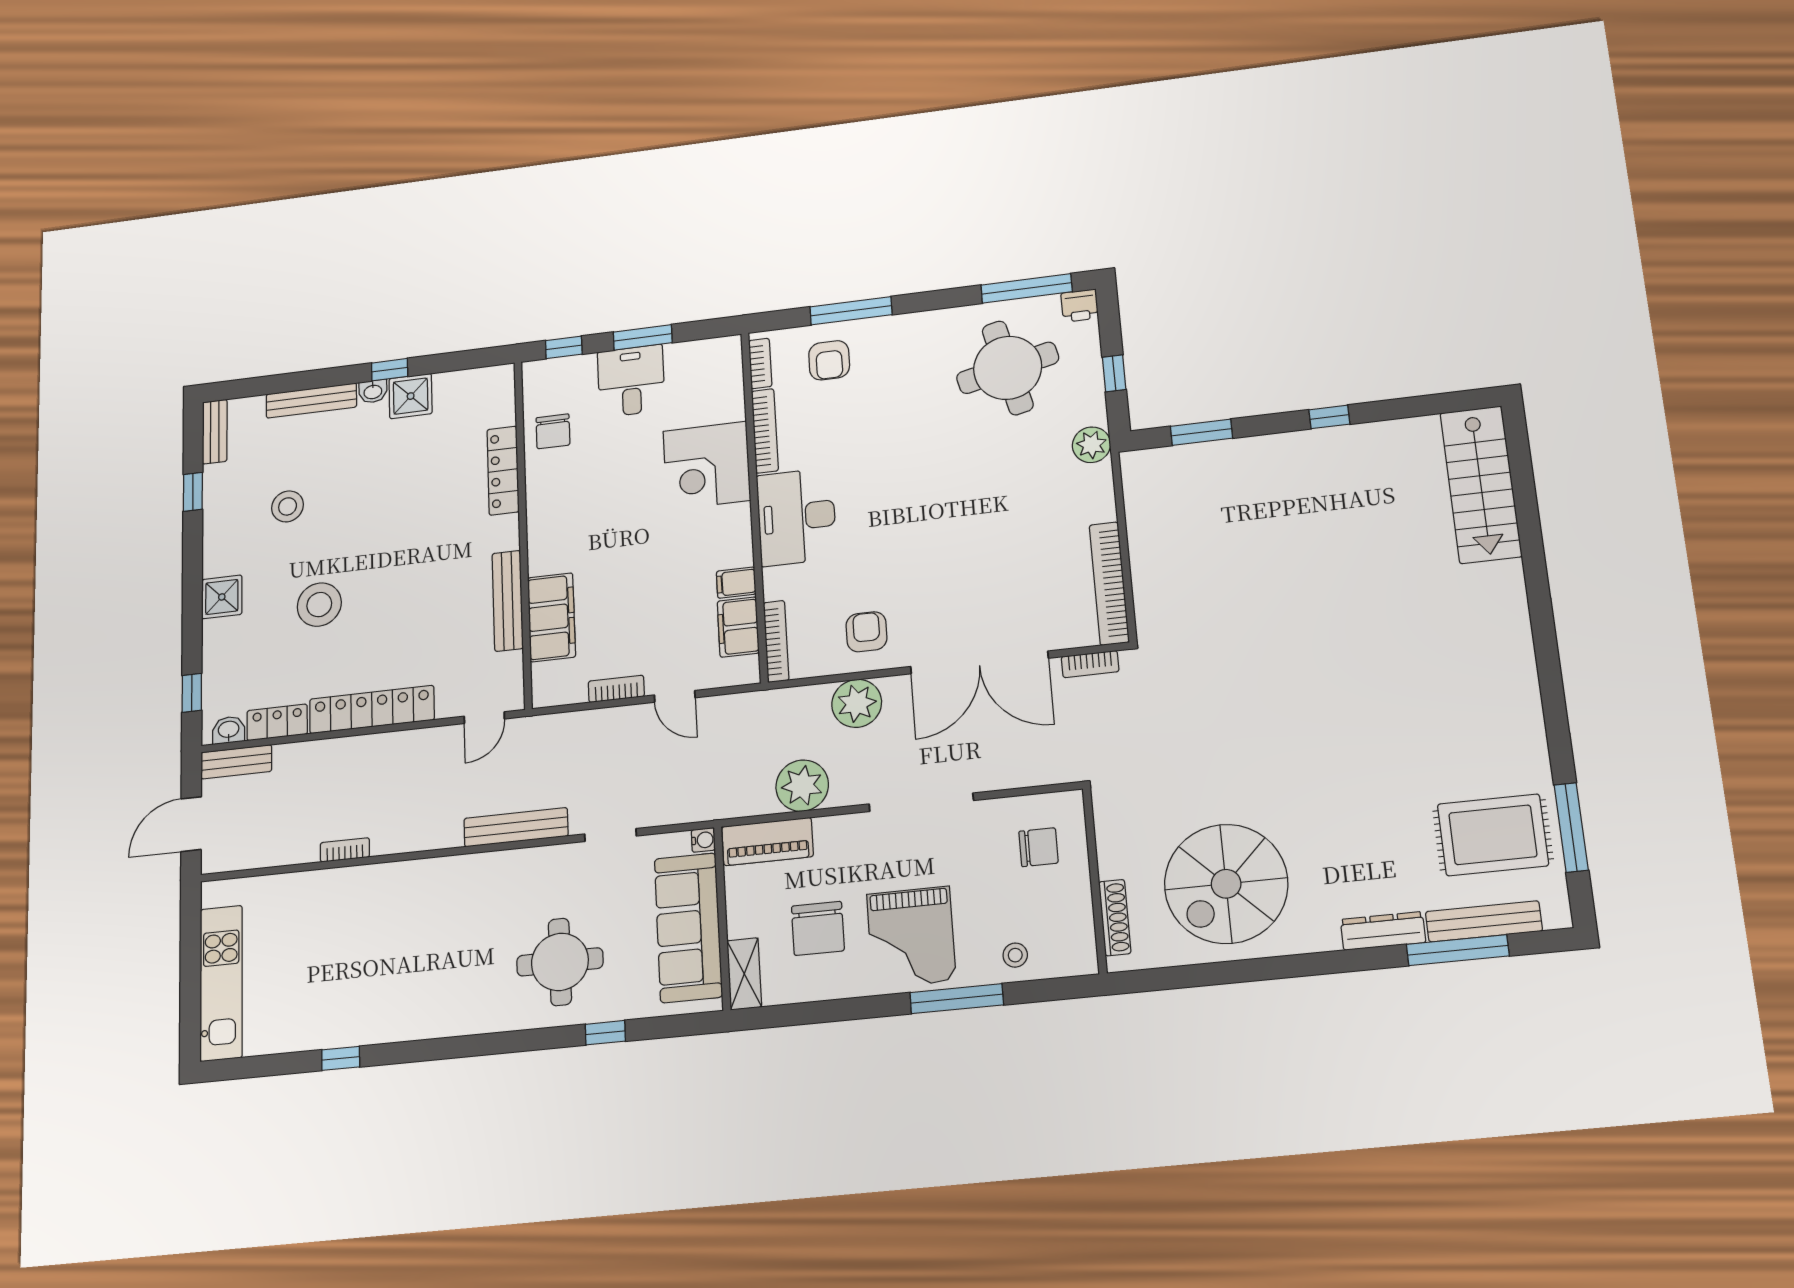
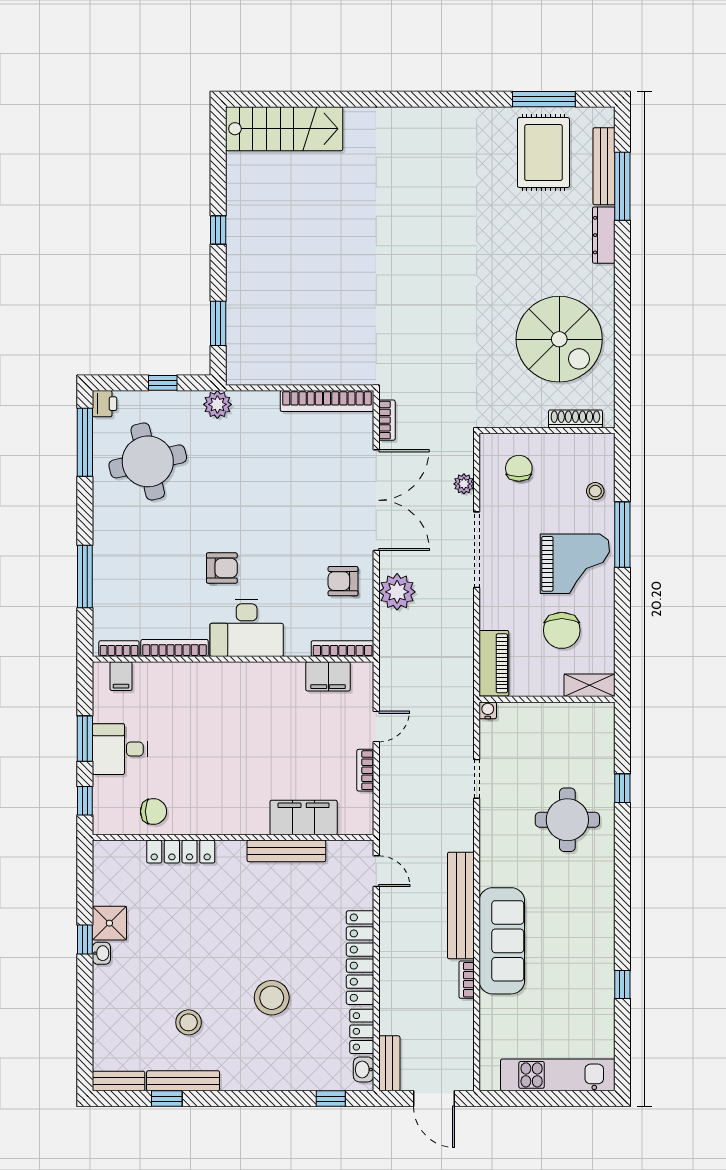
armchair: (829, 360) -> (222, 568), moved
bench: (311, 401) -> (183, 1081), moved, turned 90
corner desk: (707, 466) -> (197, 694), removed
filing cabinet: (736, 583) -> (121, 676), moved
shower: (222, 597) -> (256, 1075), removed
plant: (802, 786) -> (464, 484), moved, width x0.53, depth x0.53
bench: (516, 827) -> (461, 906), moved, width x1.37, depth x1.21
sofa: (688, 928) -> (502, 941), moved, turned -90
chair: (818, 928) -> (562, 630), turned 90

